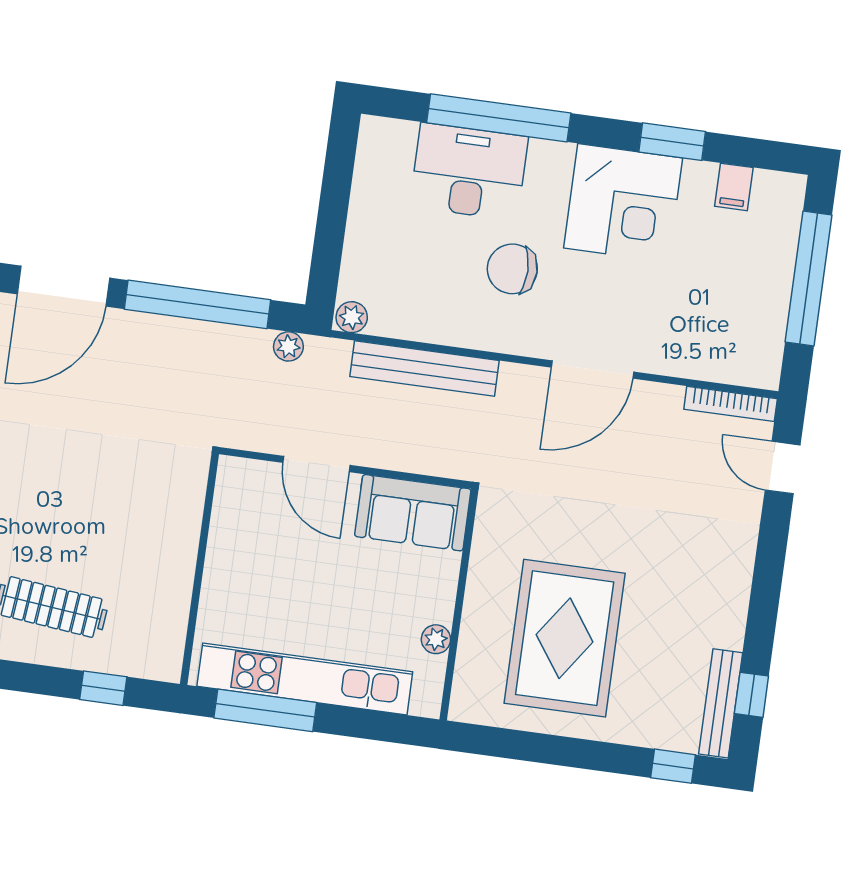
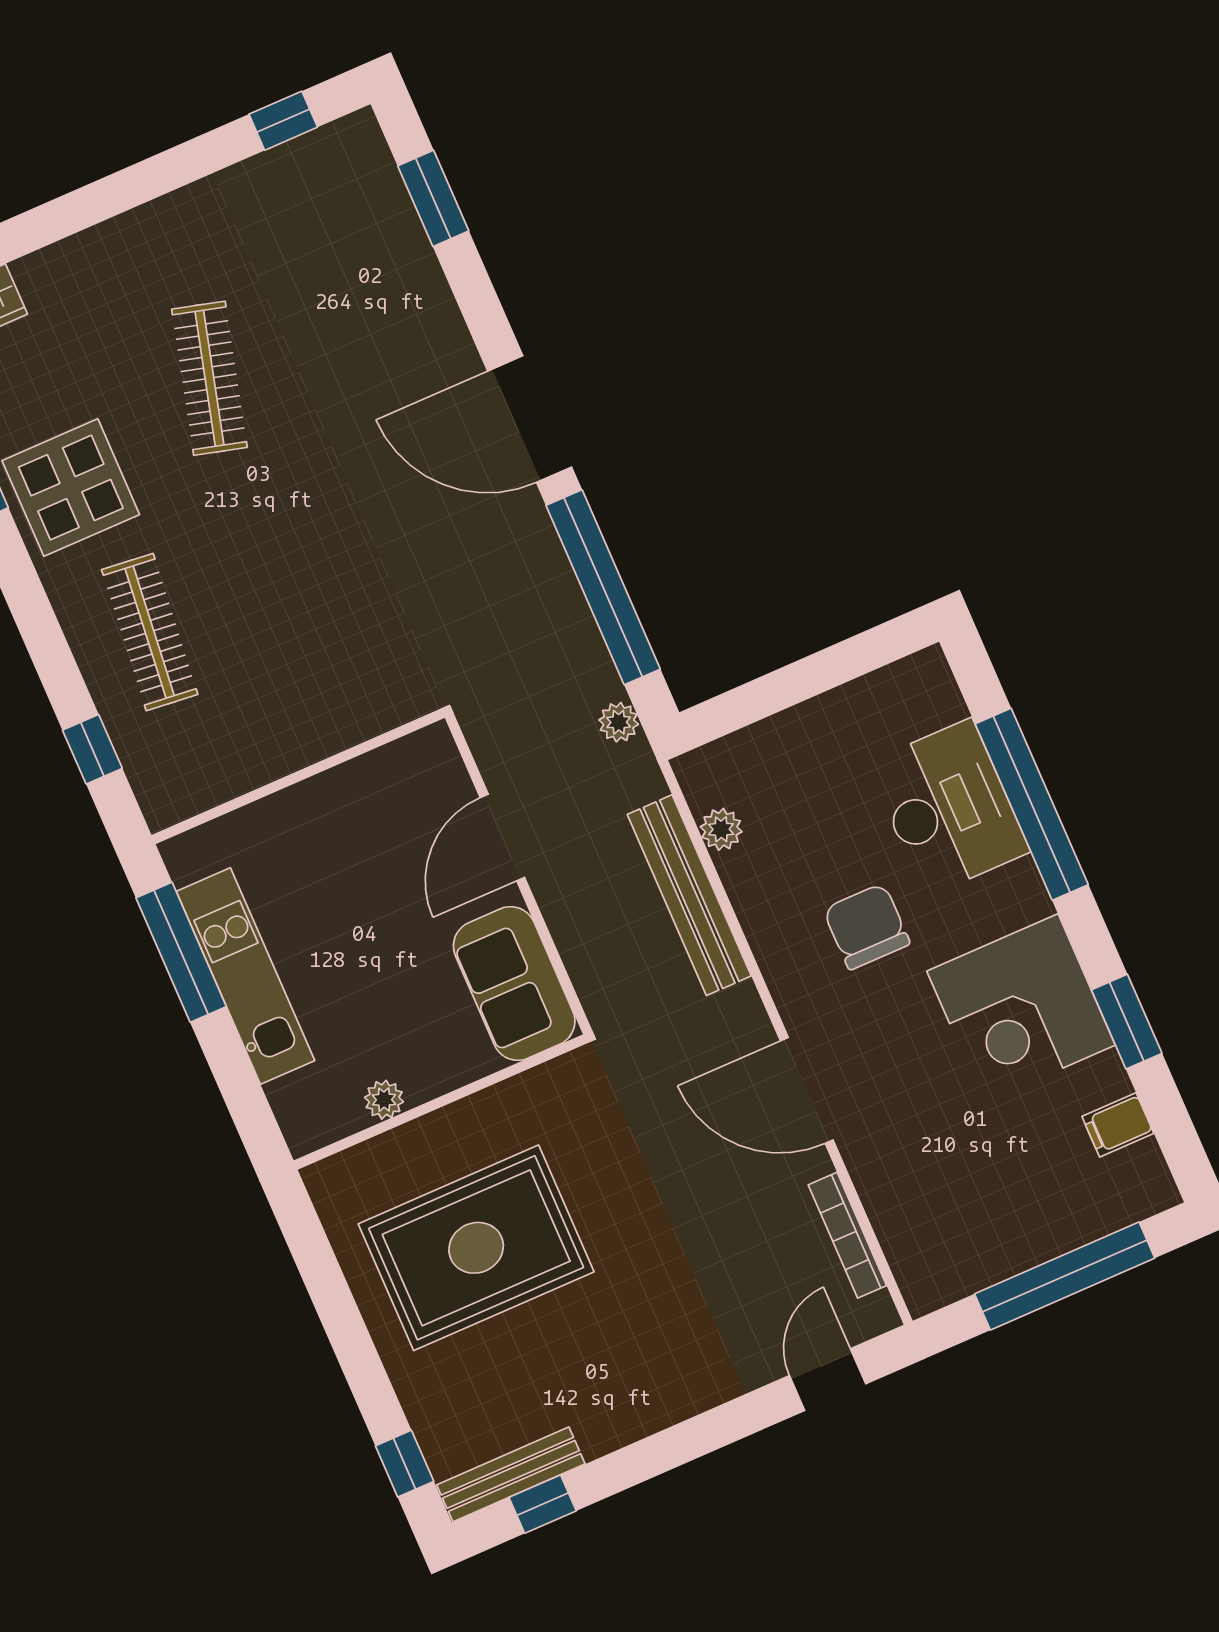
plant: (352, 317) -> (721, 829), moved
bookcase: (731, 404) -> (847, 1235), moved
kitchen unit: (305, 679) -> (245, 976), width x0.73

